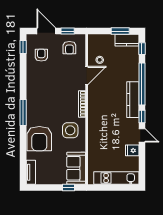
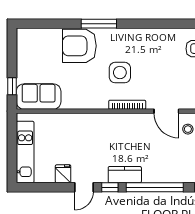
kitchen counter: (133, 100) -> (125, 175), width x0.67
window: (23, 113) -> (99, 24), moved
side table: (70, 130) -> (120, 73), moved
tv unit: (31, 172) -> (33, 34), removed

